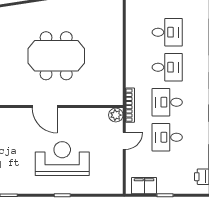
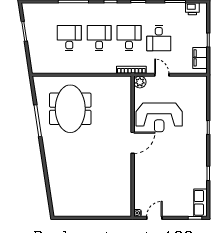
meeting table: (56, 56) -> (70, 109), moved
desk: (167, 102) -> (129, 38), turned 180
reception desk: (62, 159) -> (159, 117), moved, turned -90

